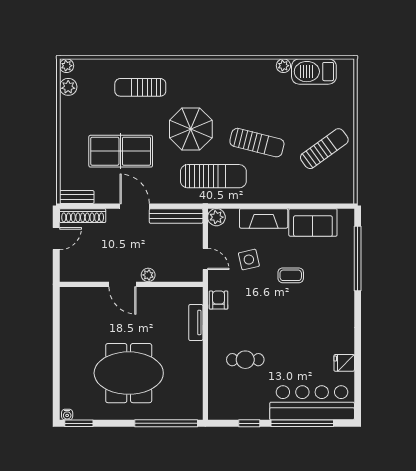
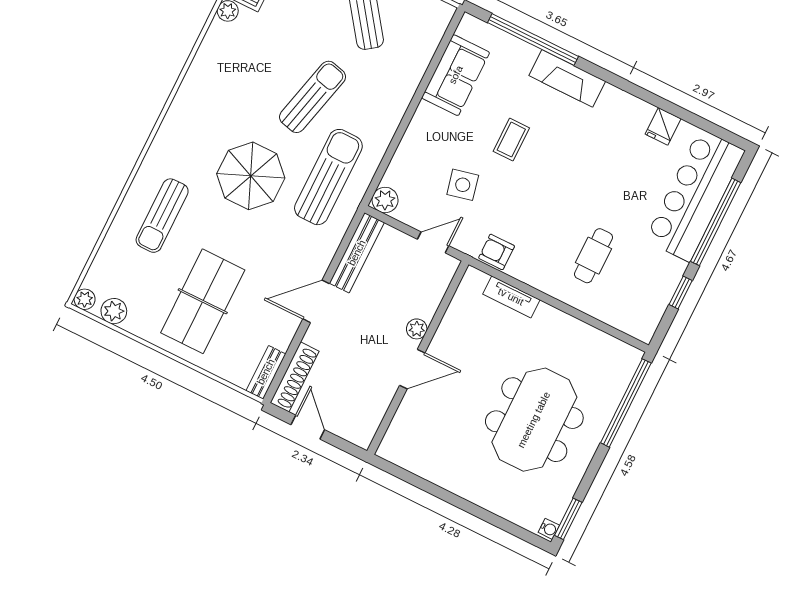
table tennis table: (121, 151) -> (203, 301), moved
fireplace: (264, 218) -> (567, 78), moved, turned 90

